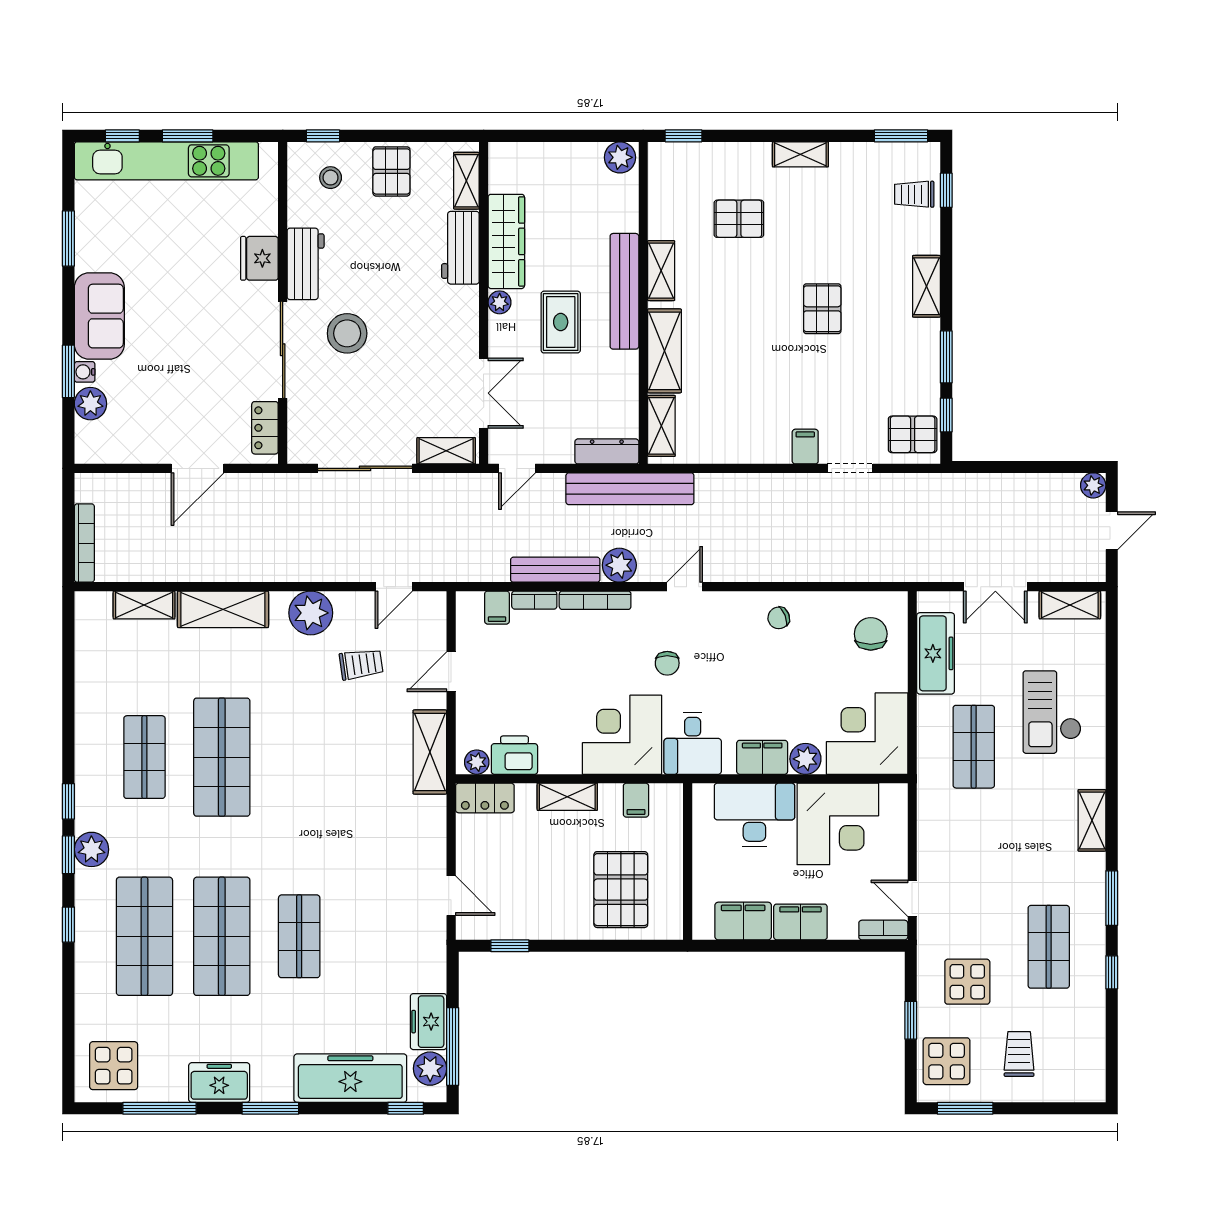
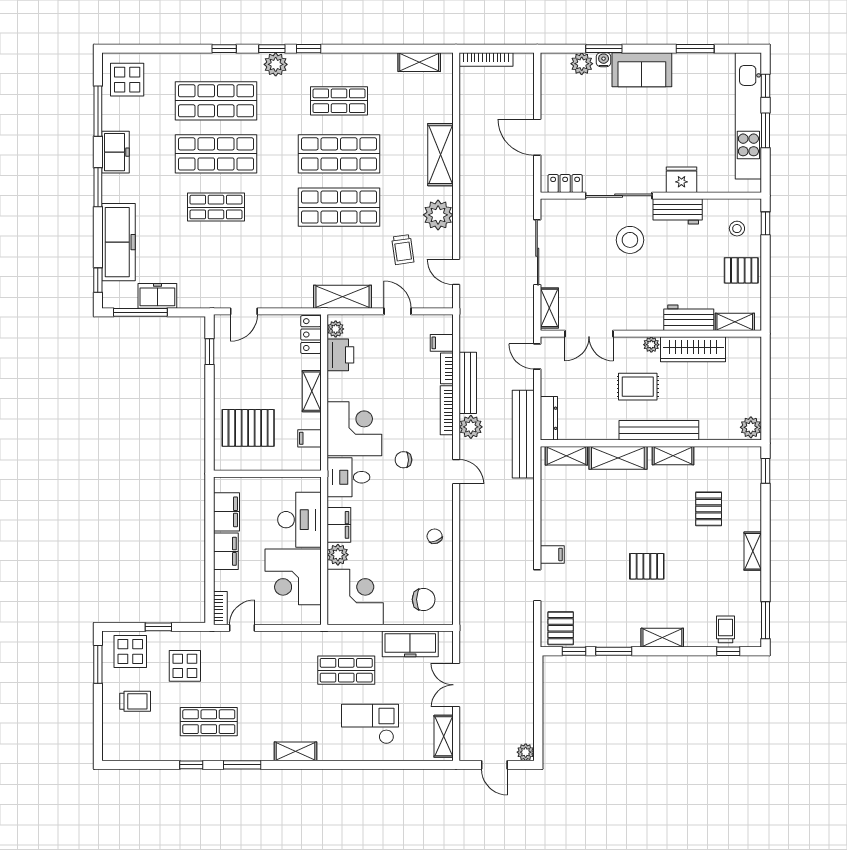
shelving: (144, 605) -> (419, 62), moved, turned 90
shop shelf: (299, 757) -> (339, 207), added
plant: (430, 1069) -> (125, 297), removed

